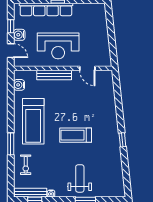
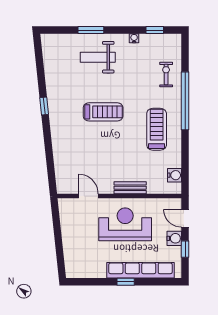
bench: (54, 75) -> (130, 188), width x0.73
treadmill: (33, 121) -> (157, 129), width x0.73, depth x0.73
window: (11, 144) -> (185, 101), width x2.11
weight bench: (80, 178) -> (98, 57), turned 90
bench: (30, 193) -> (160, 39), removed

